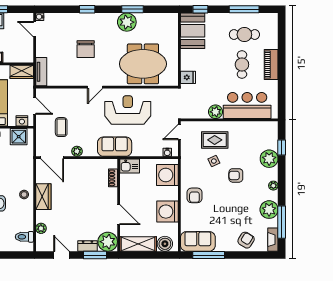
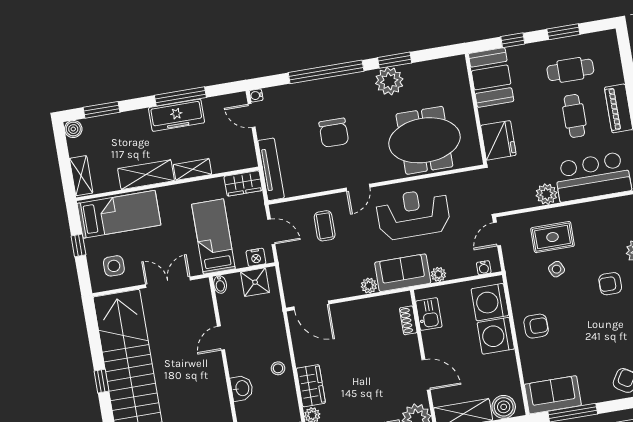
window: (87, 9) -> (326, 72), width x3.17
window: (200, 9) -> (513, 40), moved
window: (244, 9) -> (563, 32), width x0.69
tv unit: (41, 72) -> (271, 169), width x1.41
fridge: (188, 77) -> (498, 140), width x1.88, depth x1.34
coffee table: (61, 127) -> (325, 226), moved
plant: (77, 151) -> (369, 286), moved
plant: (137, 152) -> (438, 274), added
kitchen sink: (130, 166) -> (429, 314), moved, turned -90
armchair: (236, 175) -> (610, 284), moved
armchair: (194, 195) -> (536, 326), turned -90
wardrobe: (43, 197) -> (311, 386), moved
washing machine: (168, 212) -> (496, 336), moved

